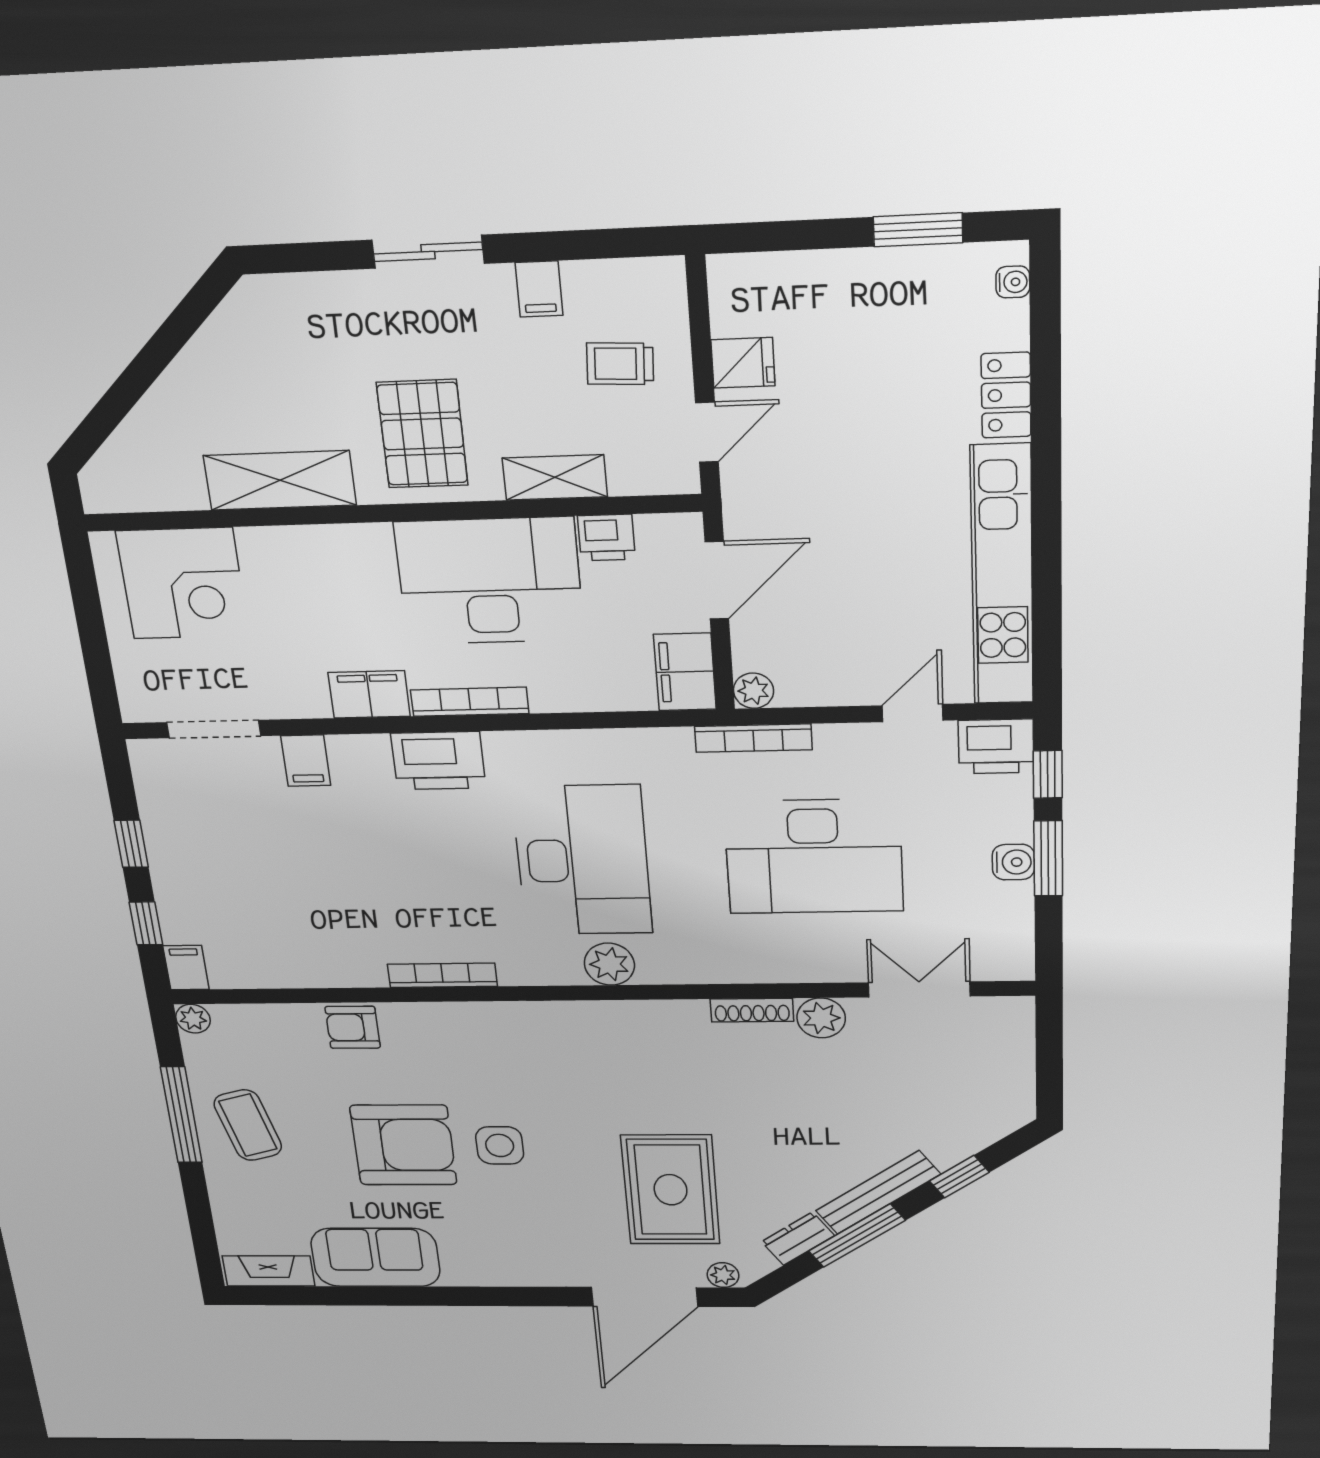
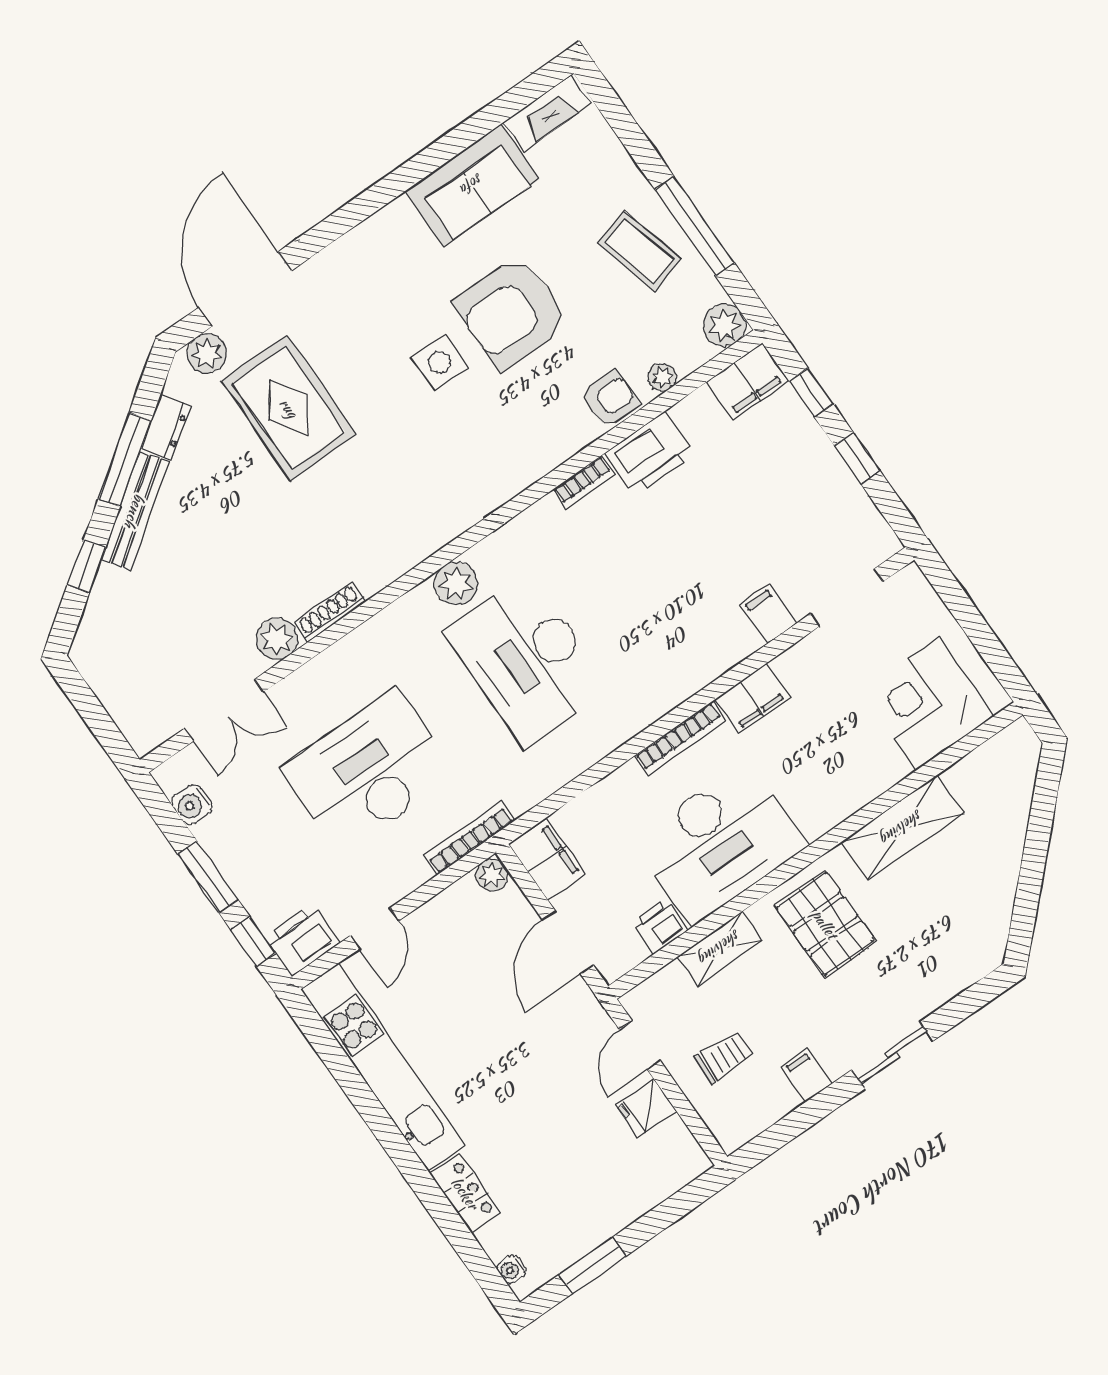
printer: (438, 761) -> (650, 454), moved, turned 180
water cooler: (1013, 862) -> (192, 805), moved
filing cabinet: (186, 968) -> (747, 381), width x2.00
bookcase: (442, 975) -> (584, 482), width x0.64
plant: (289, 1017) -> (662, 377), added
plant: (193, 1019) -> (724, 325), width x1.38, depth x1.38
plant: (723, 1275) -> (207, 354), width x1.38, depth x1.38

